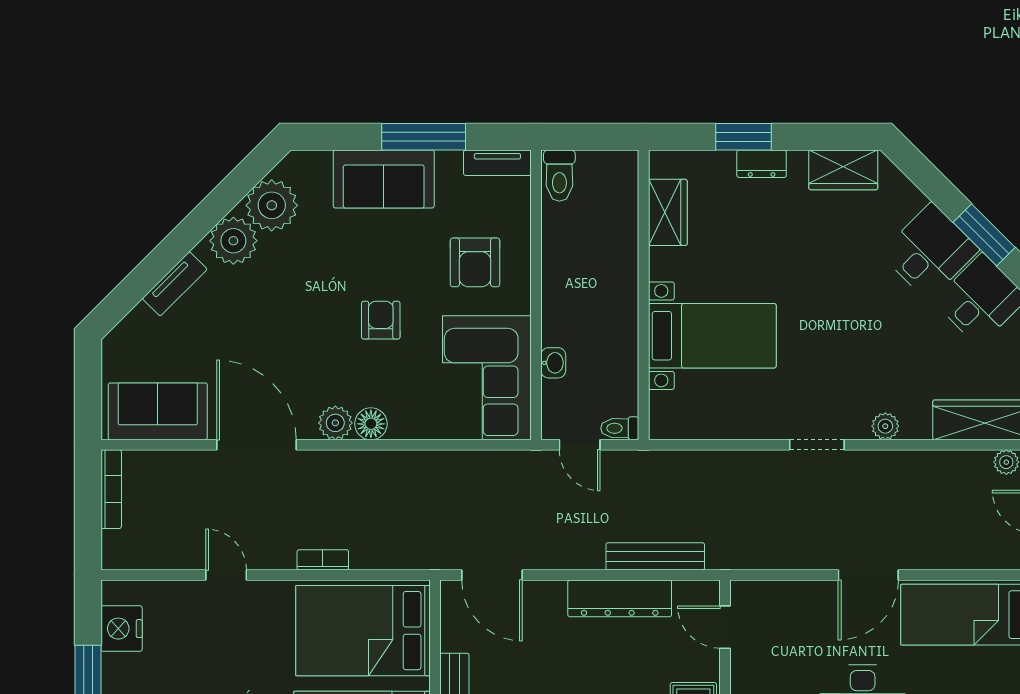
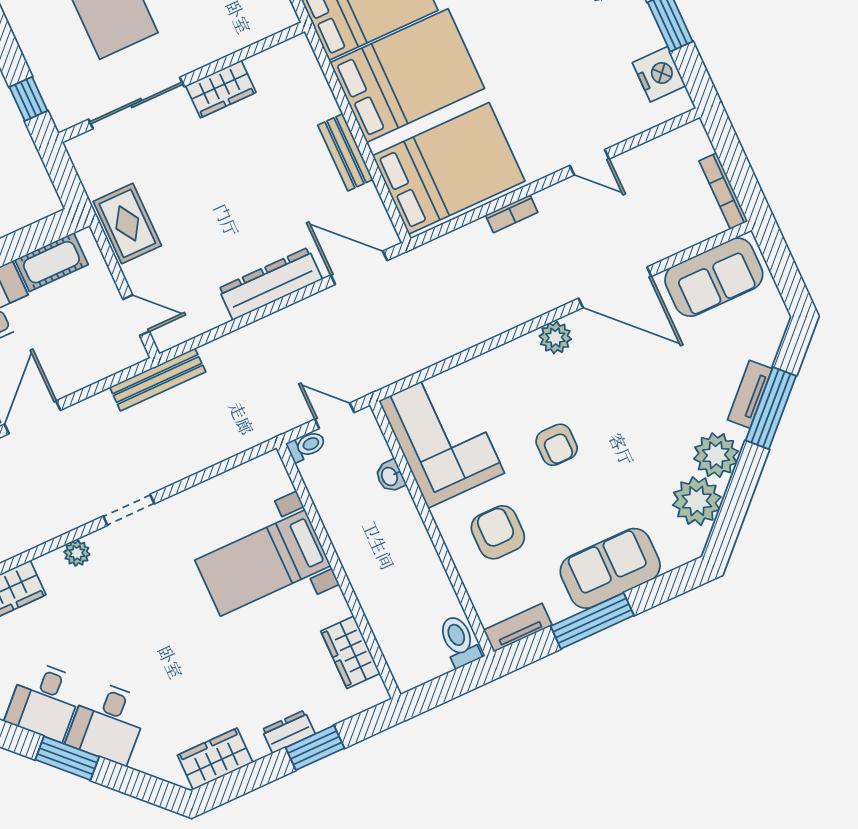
window: (161, 262) -> (771, 408), added
floor lamp: (371, 424) -> (524, 351), removed
bench: (655, 556) -> (158, 380), moved
dresser: (620, 598) -> (270, 284), moved

